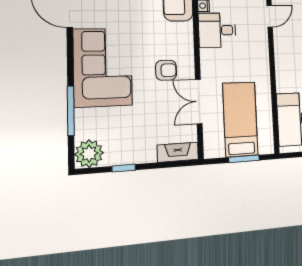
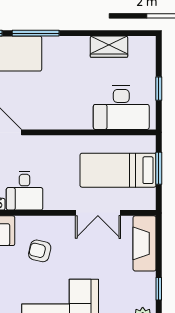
armchair: (166, 70) -> (40, 251), moved, turned -77
fireplace: (178, 152) -> (145, 243), width x1.37, depth x1.32

